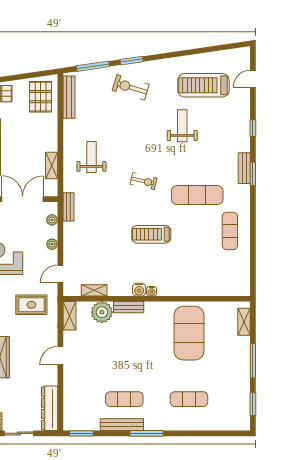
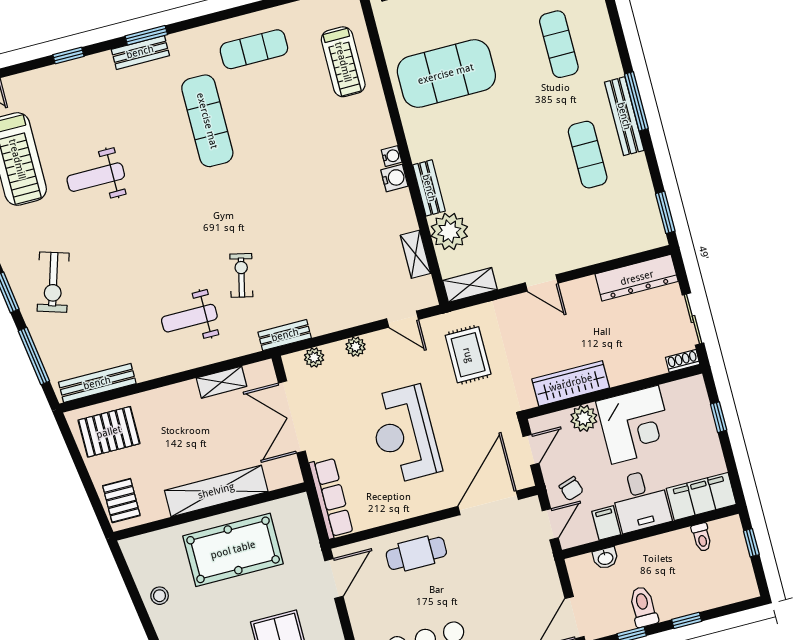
exercise bike: (144, 181) -> (241, 275), moved
treadmill: (151, 234) -> (343, 62), moved
bench: (122, 425) -> (624, 116), moved

